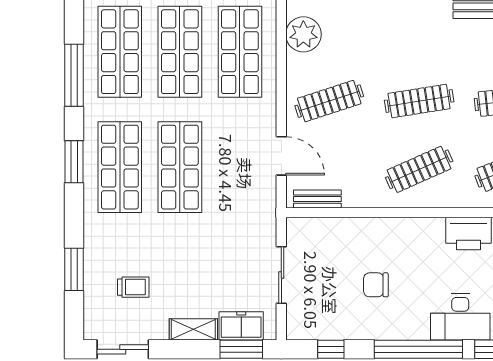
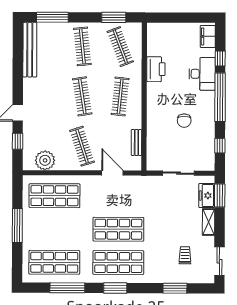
shop shelf: (180, 52) -> (54, 229), removed
door: (281, 156) -> (112, 173), hinge flipped
clothes rail: (419, 169) -> (120, 96), turned 30
bench: (317, 199) -> (136, 142), moved

